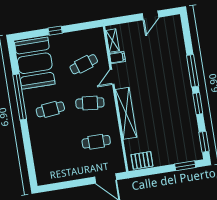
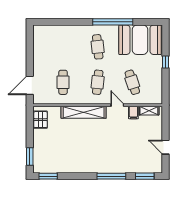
window: (198, 104) -> (145, 176), moved

